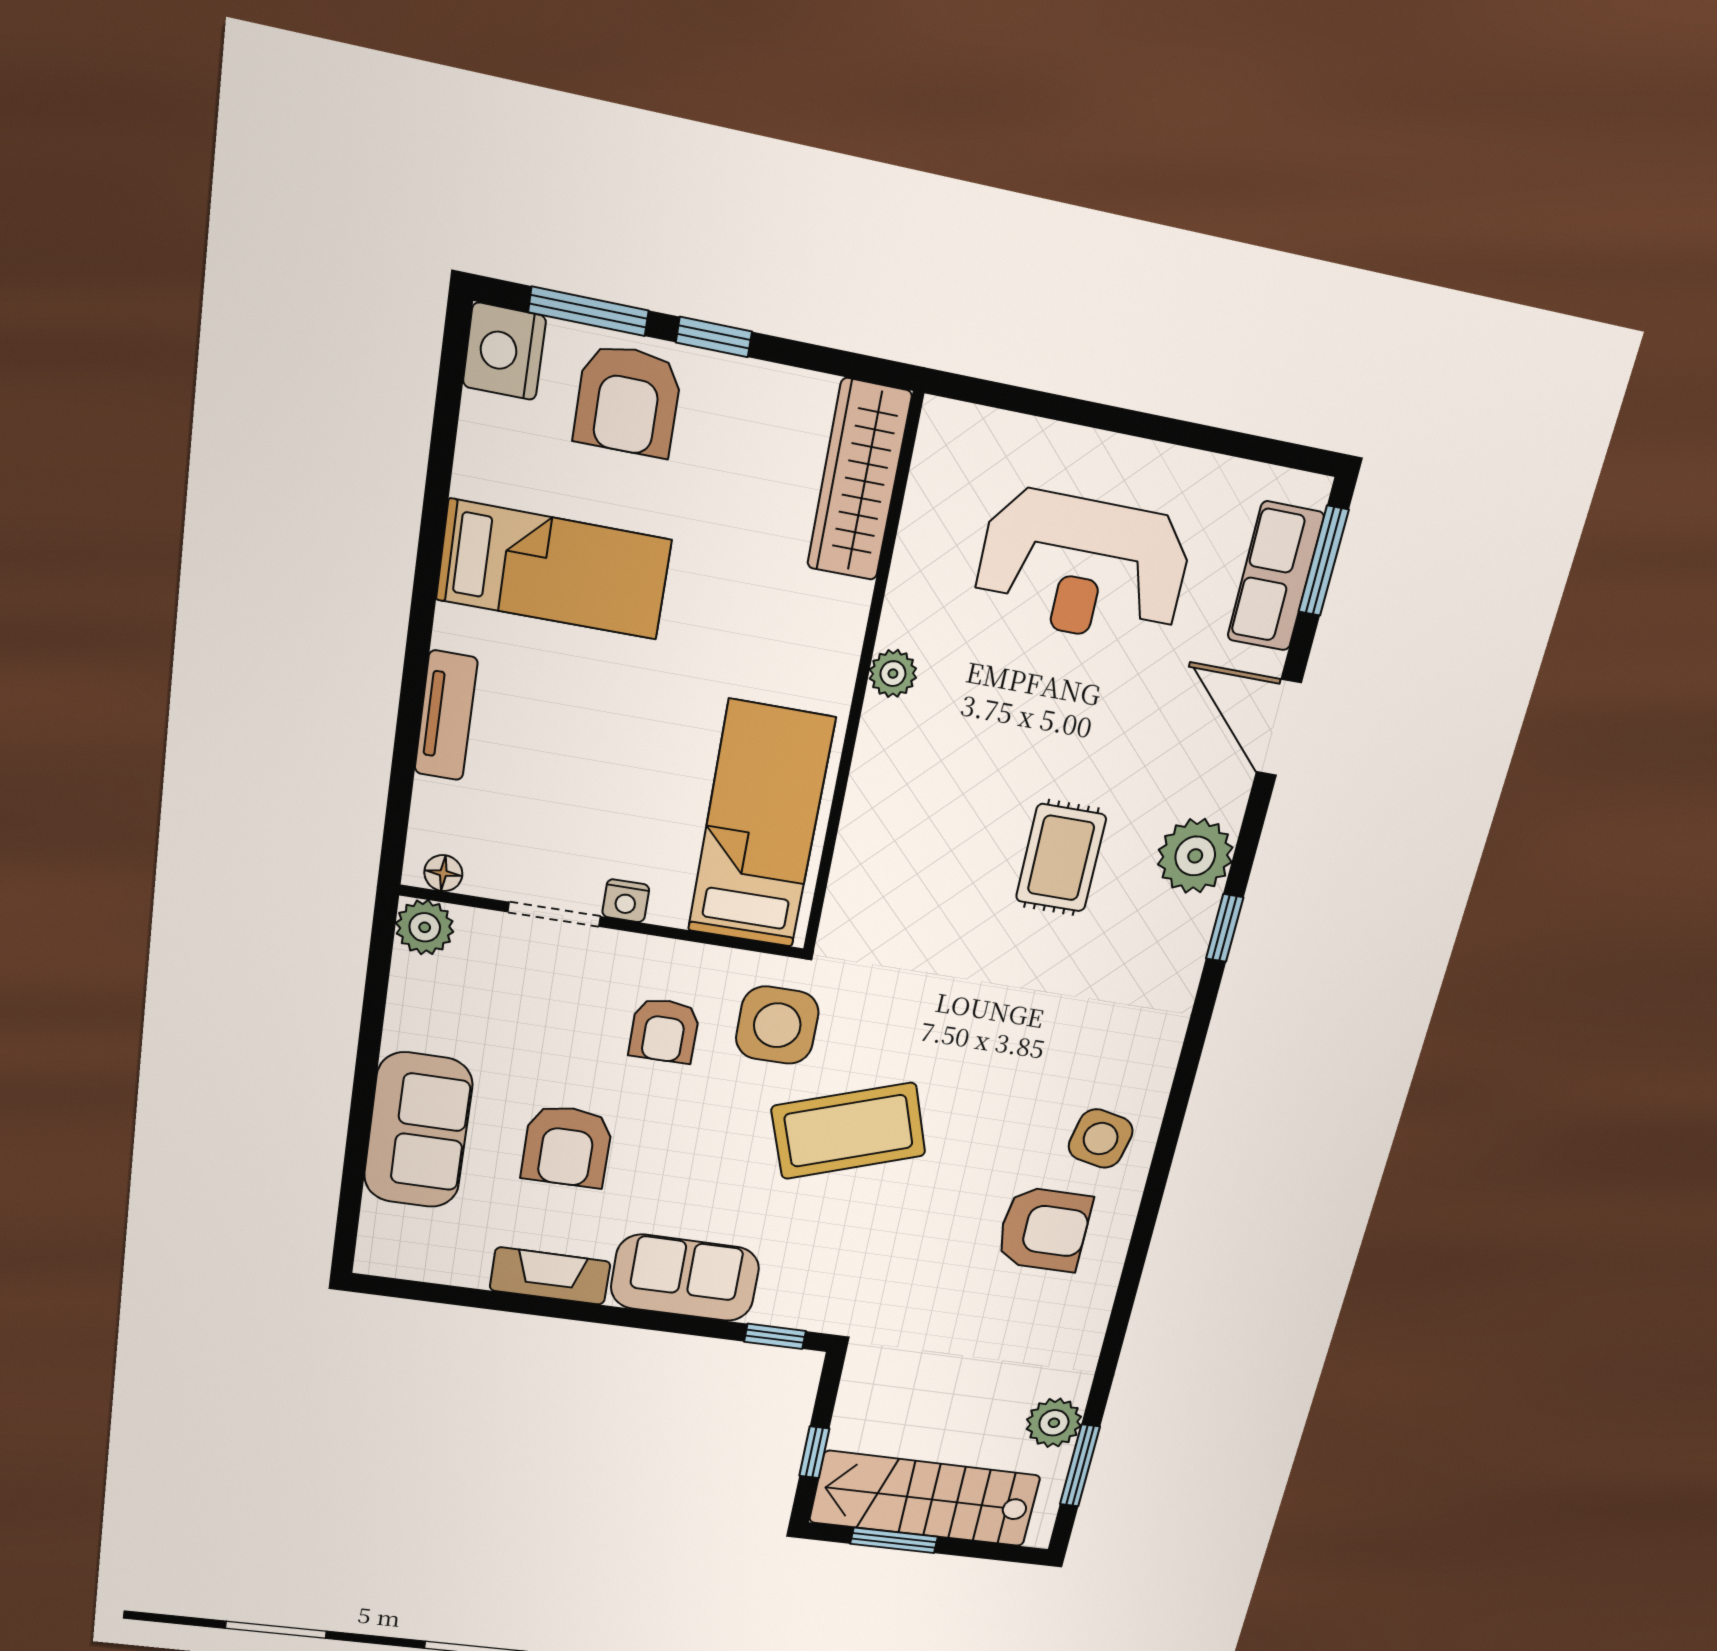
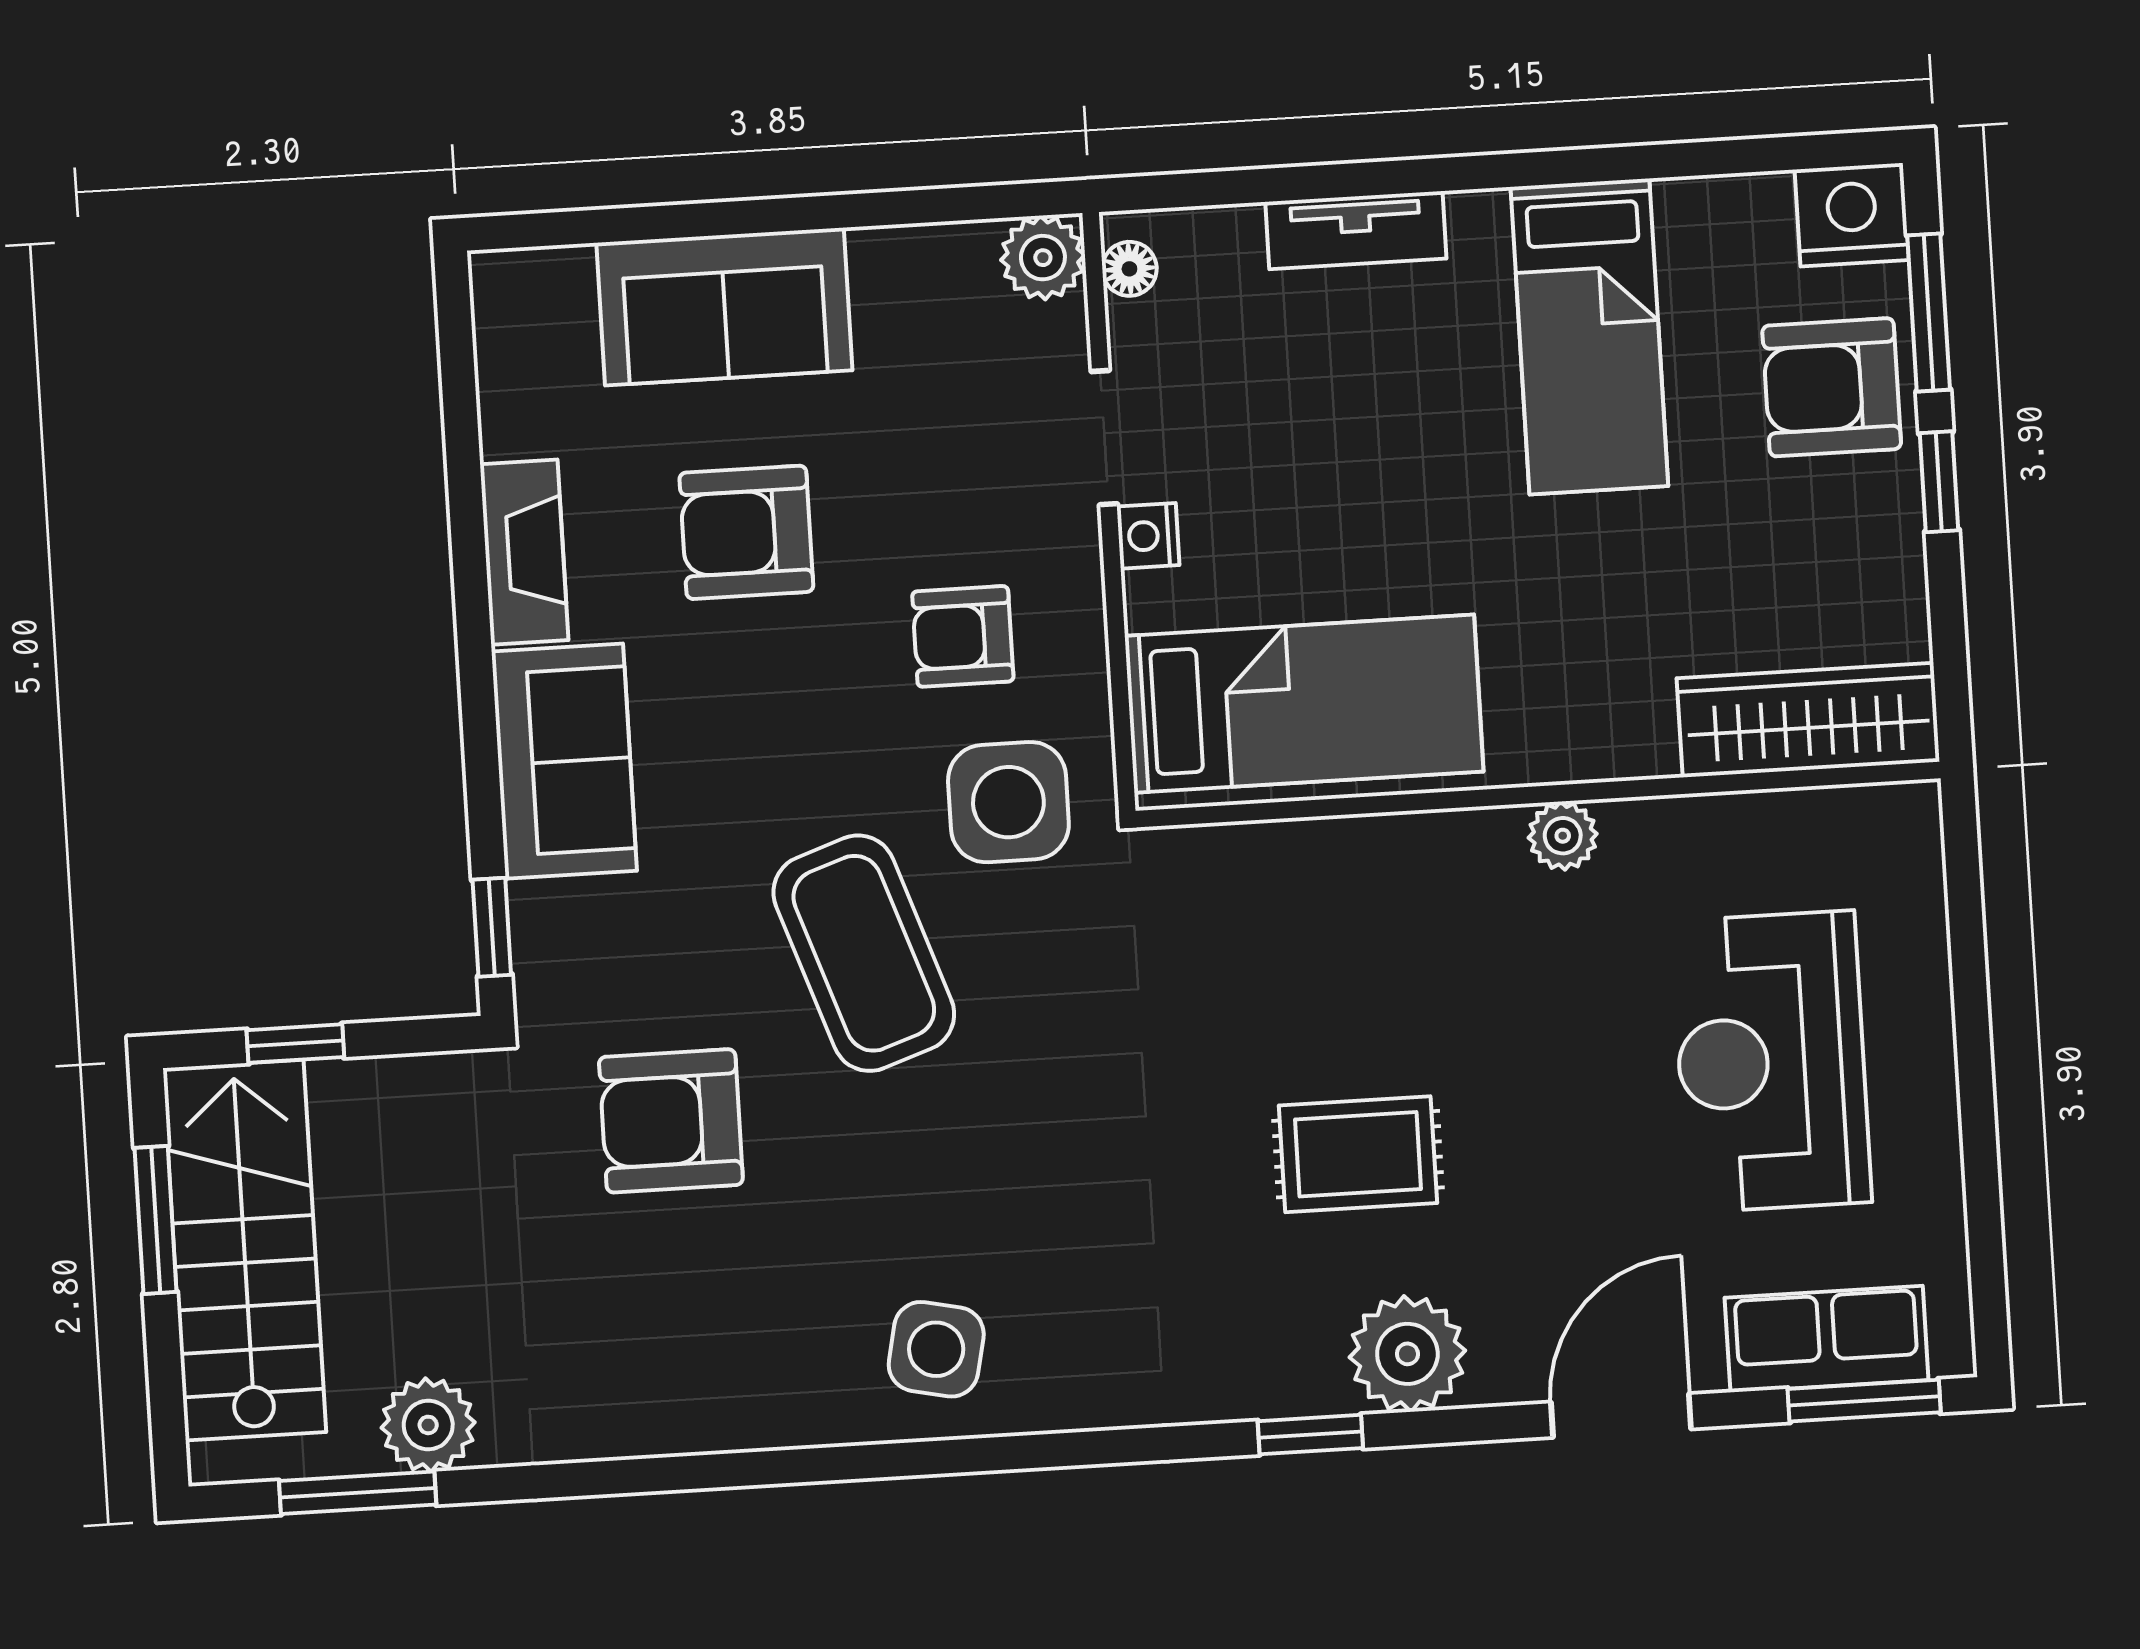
armchair: (1044, 1229) -> (671, 1121), moved, turned 90

